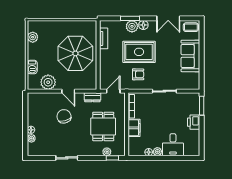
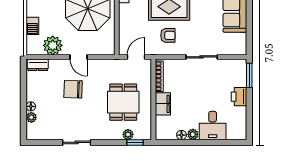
dresser: (92, 97) -> (38, 65), moved
chair: (64, 116) -> (73, 89), turned -73

